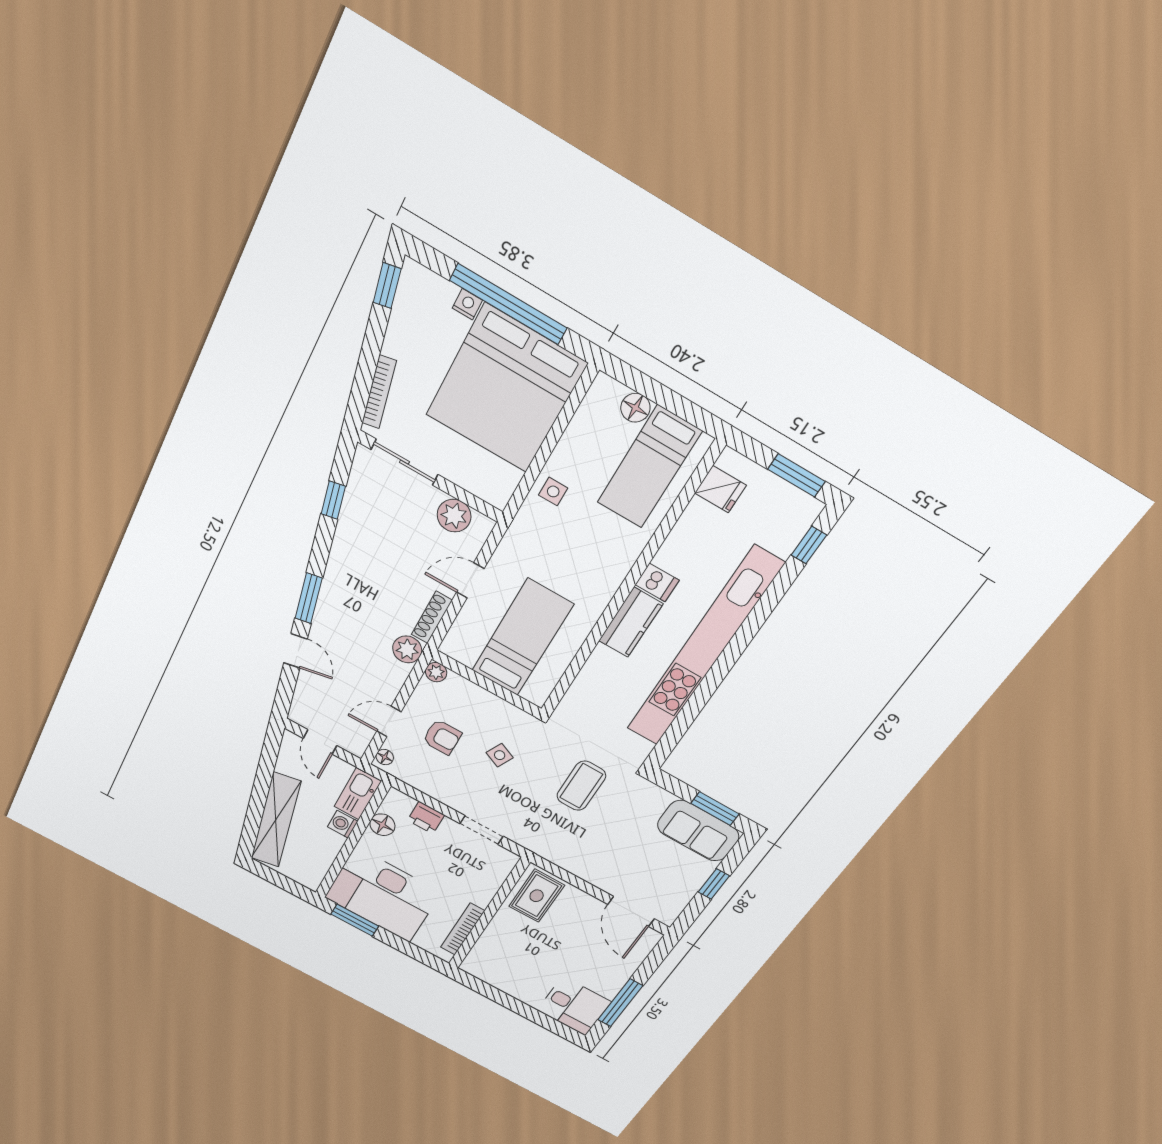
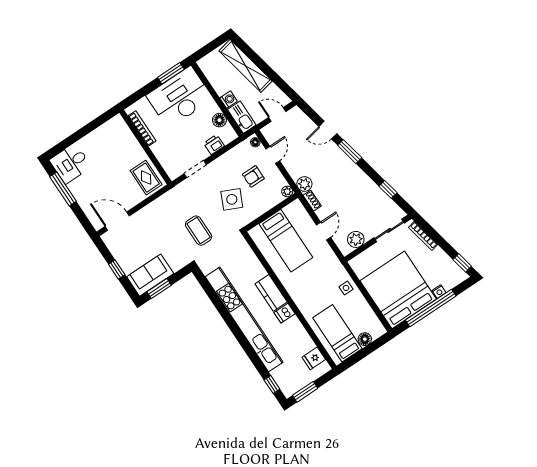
shoe rack: (432, 617) -> (312, 201), width x0.70
side table: (500, 755) -> (232, 199), width x1.87, depth x1.87

